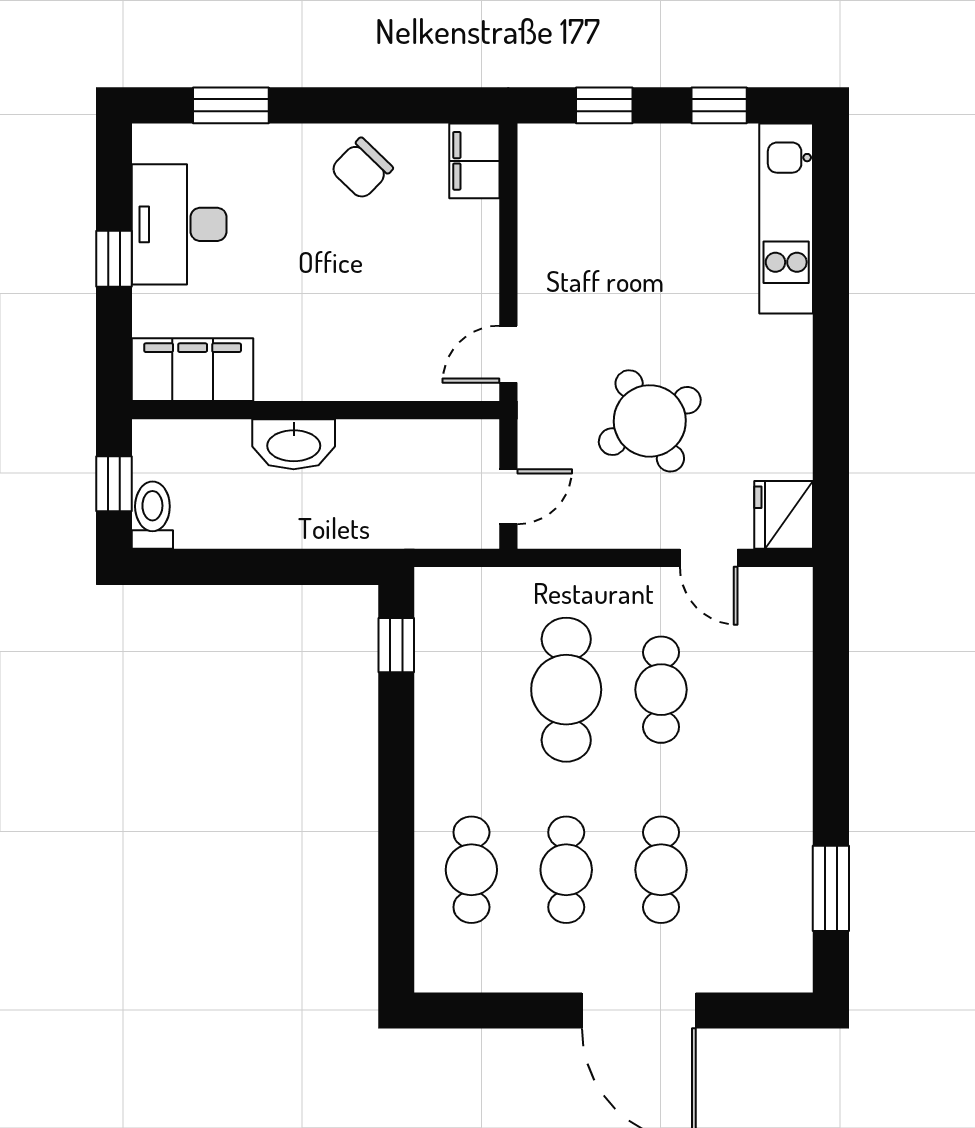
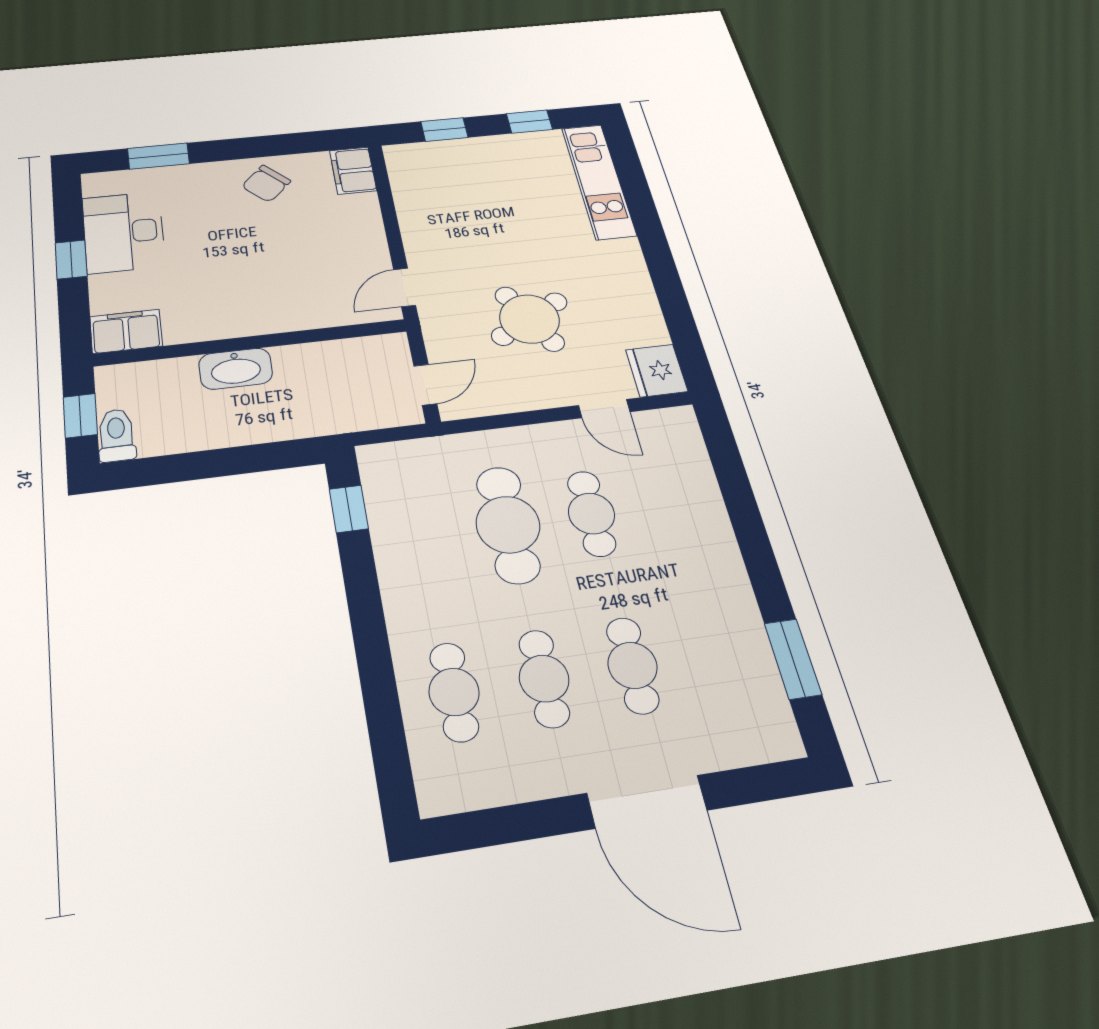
filing cabinet: (193, 370) -> (126, 331), width x0.67, depth x0.86

